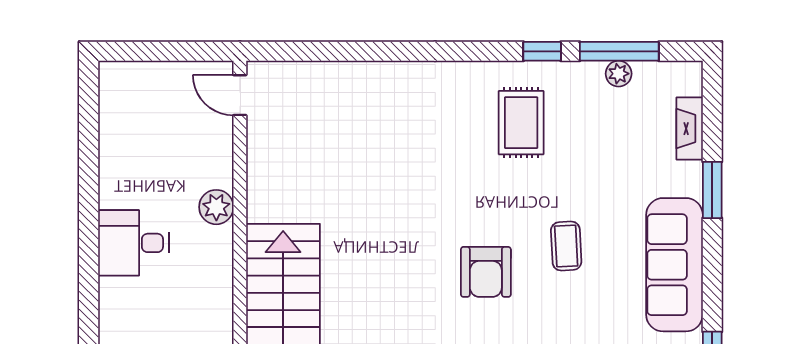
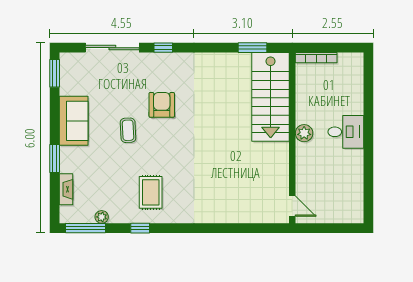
window: (619, 51) -> (86, 228), moved
plant: (216, 207) -> (304, 133), moved
sofa: (674, 265) -> (74, 121), width x0.73
armchair: (486, 272) -> (162, 105), moved

